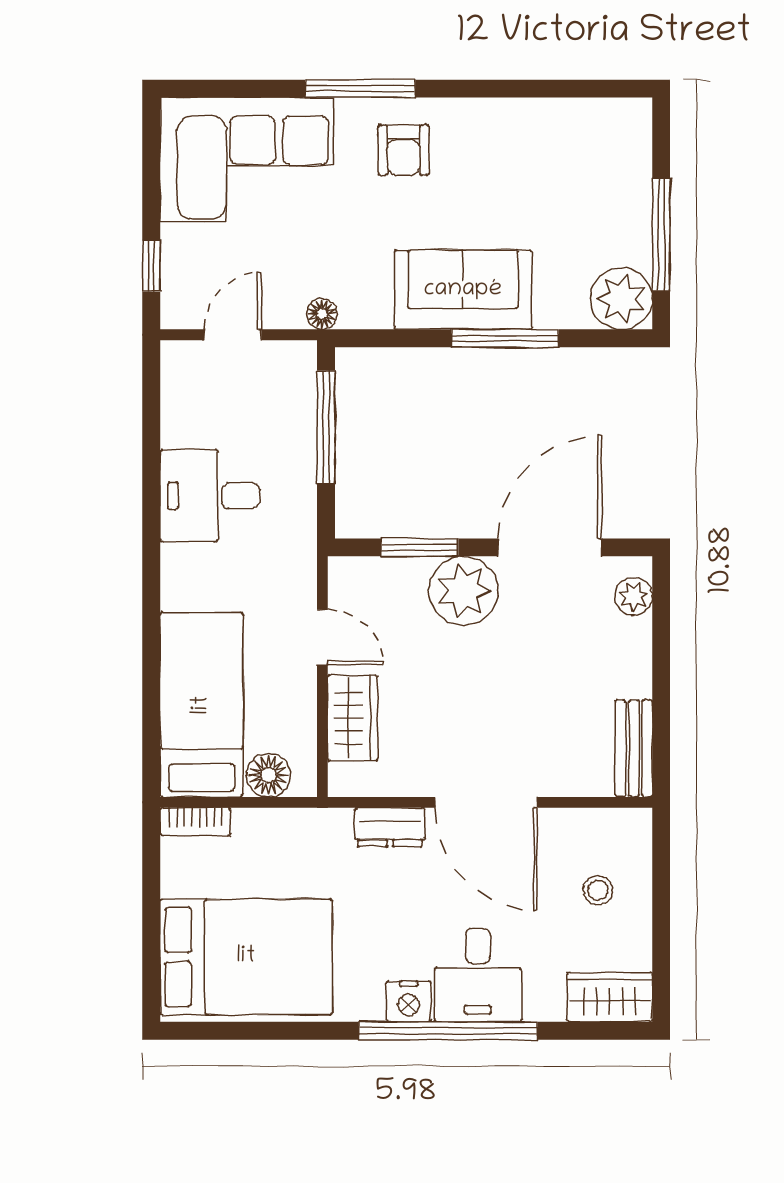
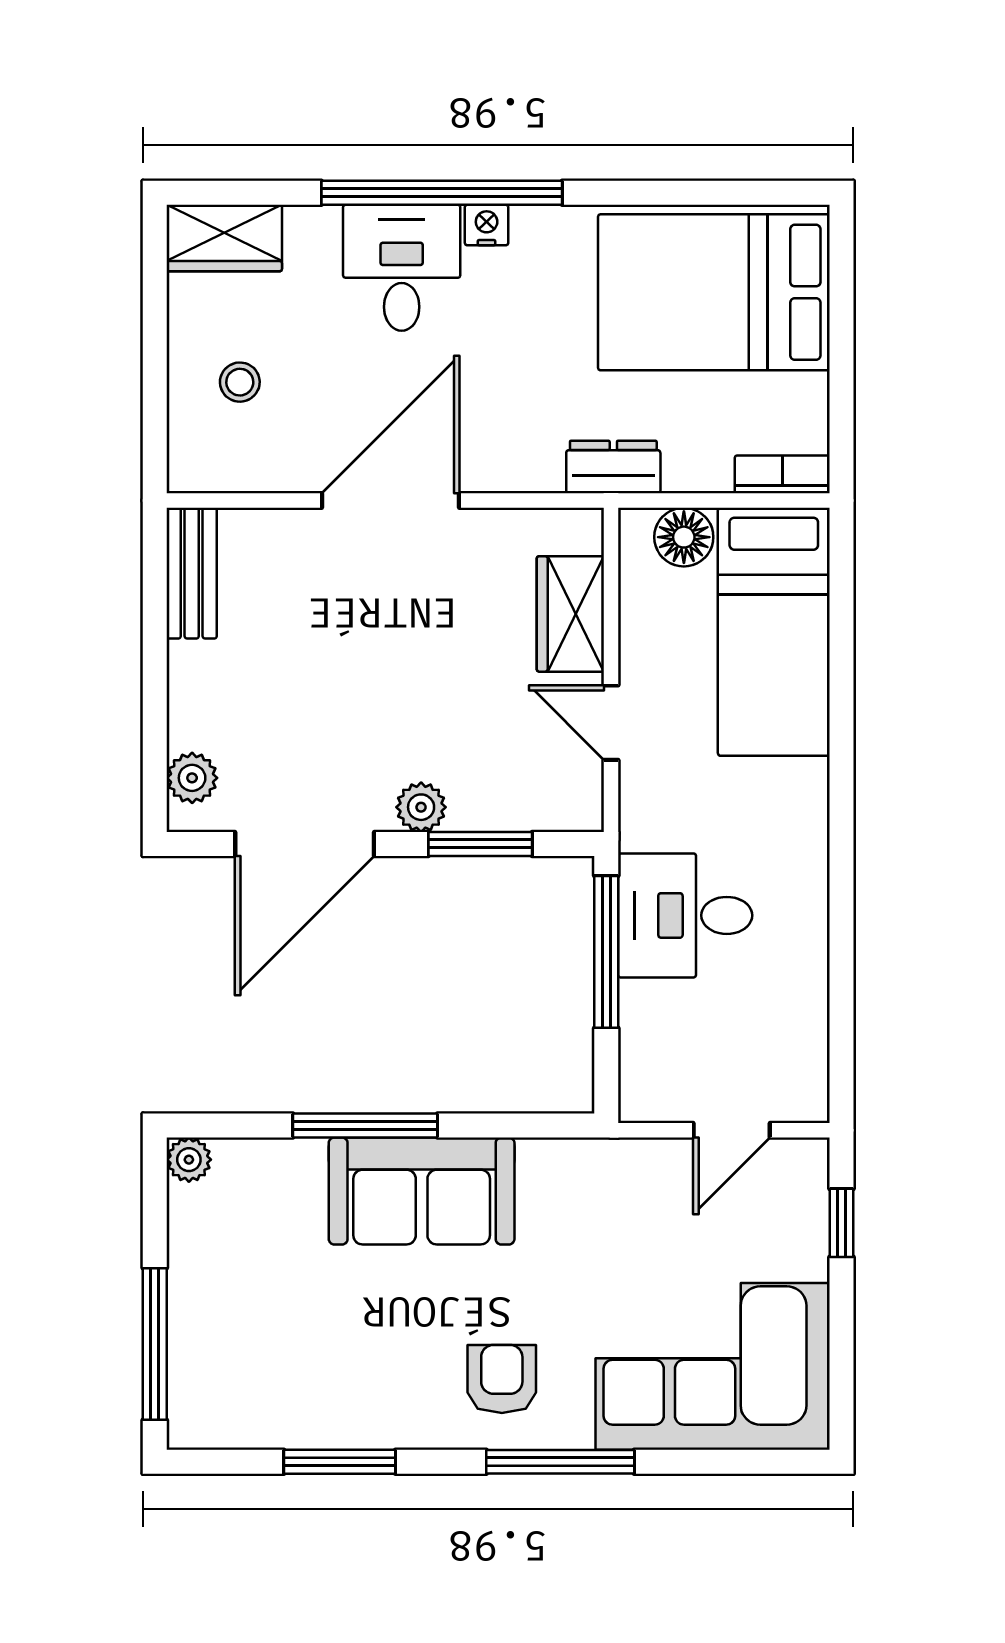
window: (524, 89) -> (340, 1462), added
window: (661, 234) -> (155, 1344), moved
plant: (621, 299) -> (189, 1160), width x0.53, depth x0.53
floor lamp: (322, 314) -> (612, 1158), removed
window: (326, 427) -> (606, 952), moved
desk: (210, 496) -> (685, 915), moved, turned 180
plant: (464, 591) -> (421, 807), width x0.53, depth x0.53
door: (486, 802) -> (391, 501), hinge flipped
dresser: (390, 827) -> (613, 467), moved
nightstand: (409, 1001) -> (487, 225), width x0.72, depth x0.74

